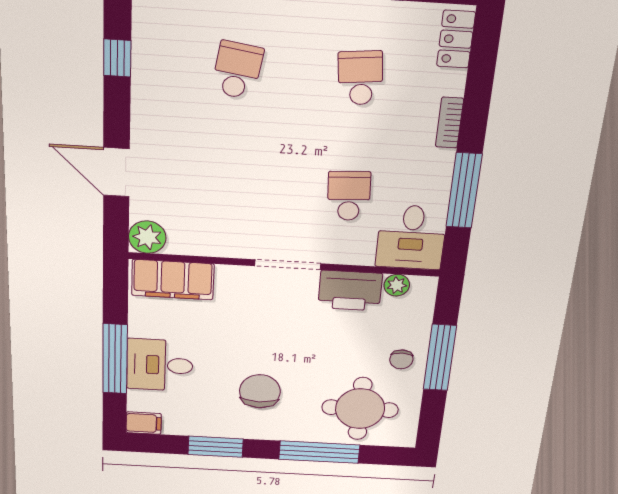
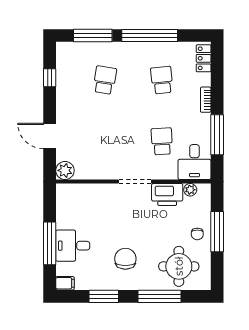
filing cabinet: (173, 280) -> (78, 194), removed

